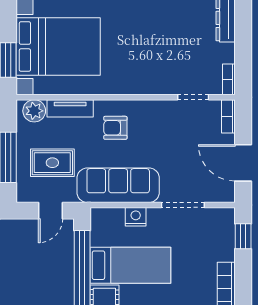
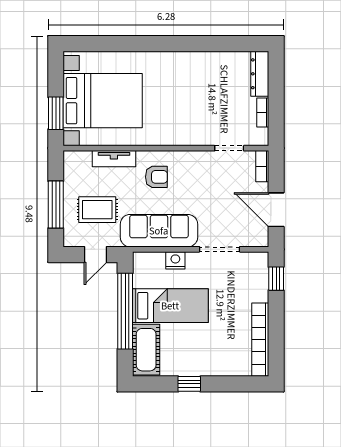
bookcase: (229, 79) -> (263, 113), moved
plant: (34, 111) -> (80, 161), removed
armchair: (115, 128) -> (156, 177), turned 180

